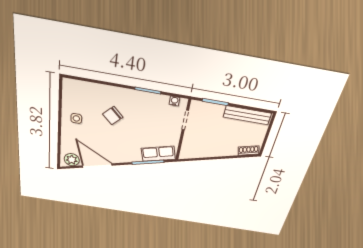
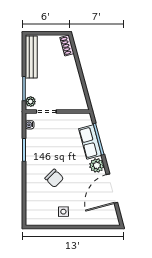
plant: (200, 106) -> (31, 102), added
row of seats: (158, 154) -> (90, 142), moved
plant: (72, 160) -> (97, 165), moved

